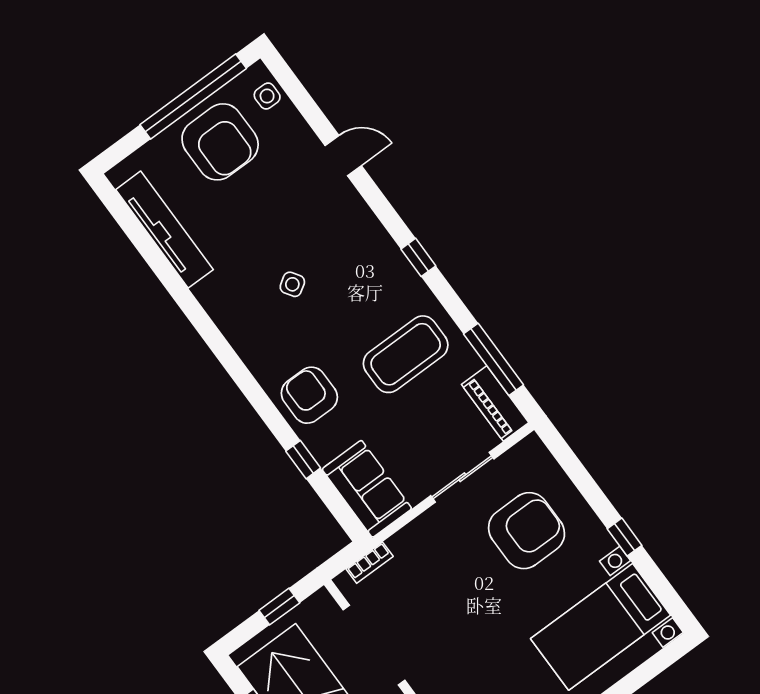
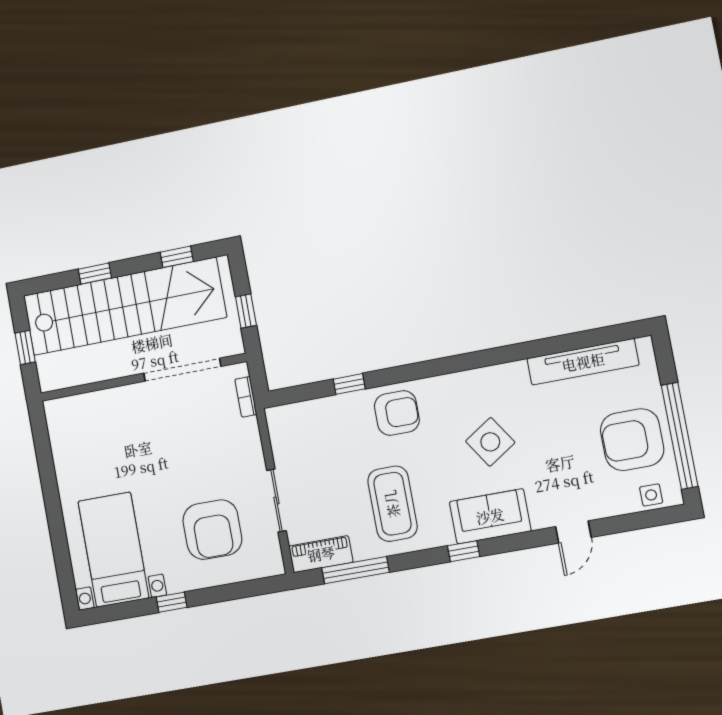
side table: (292, 284) -> (490, 442), width x1.87, depth x1.87
sofa: (367, 489) -> (490, 516), moved, turned 180

